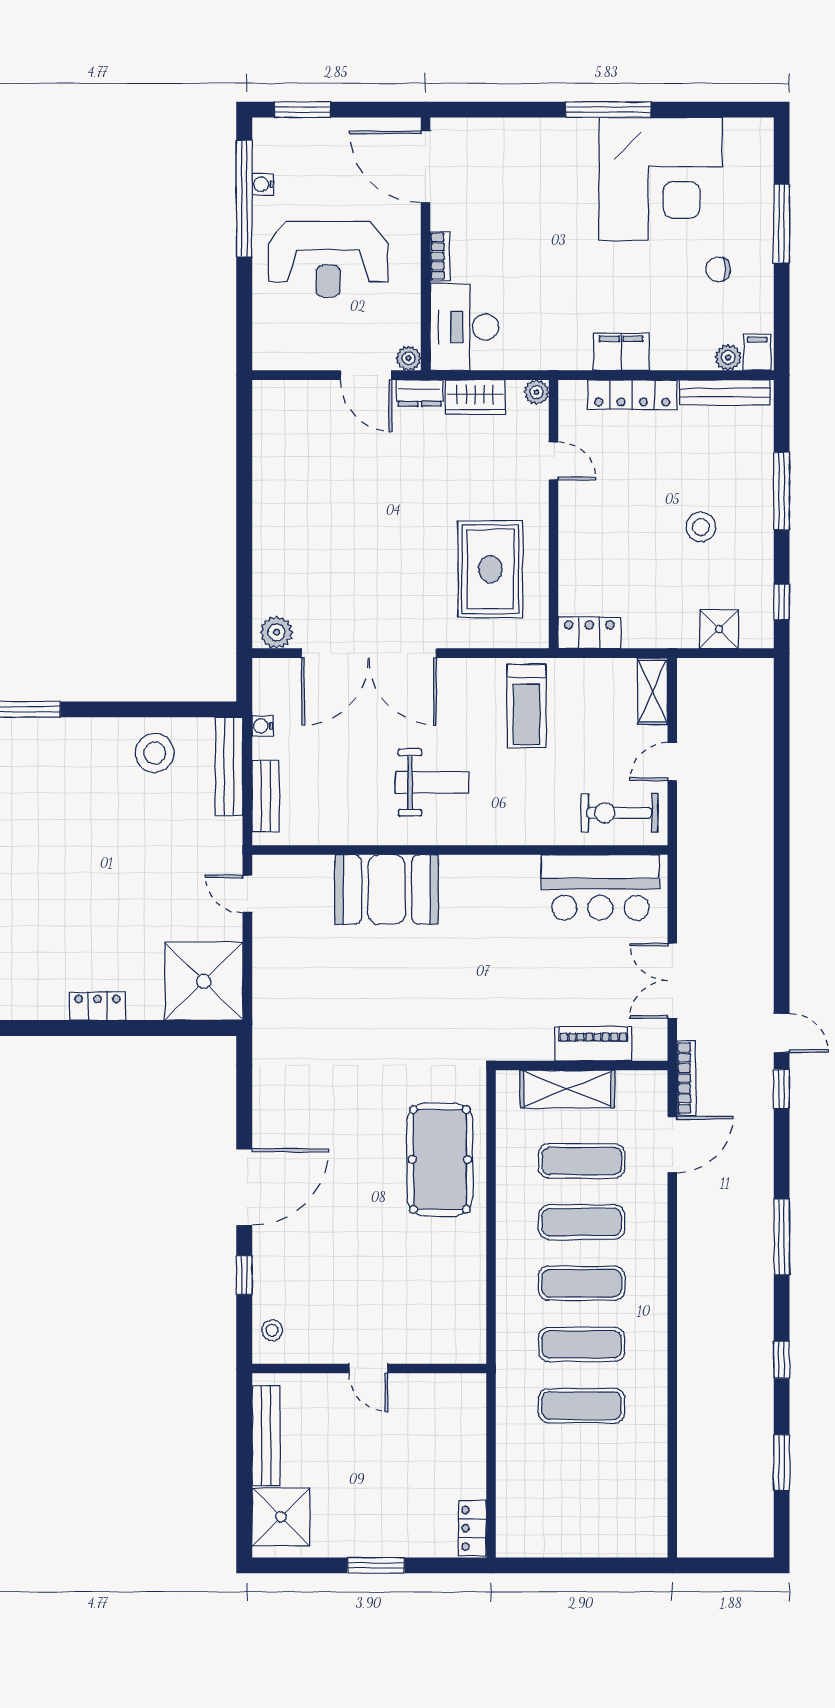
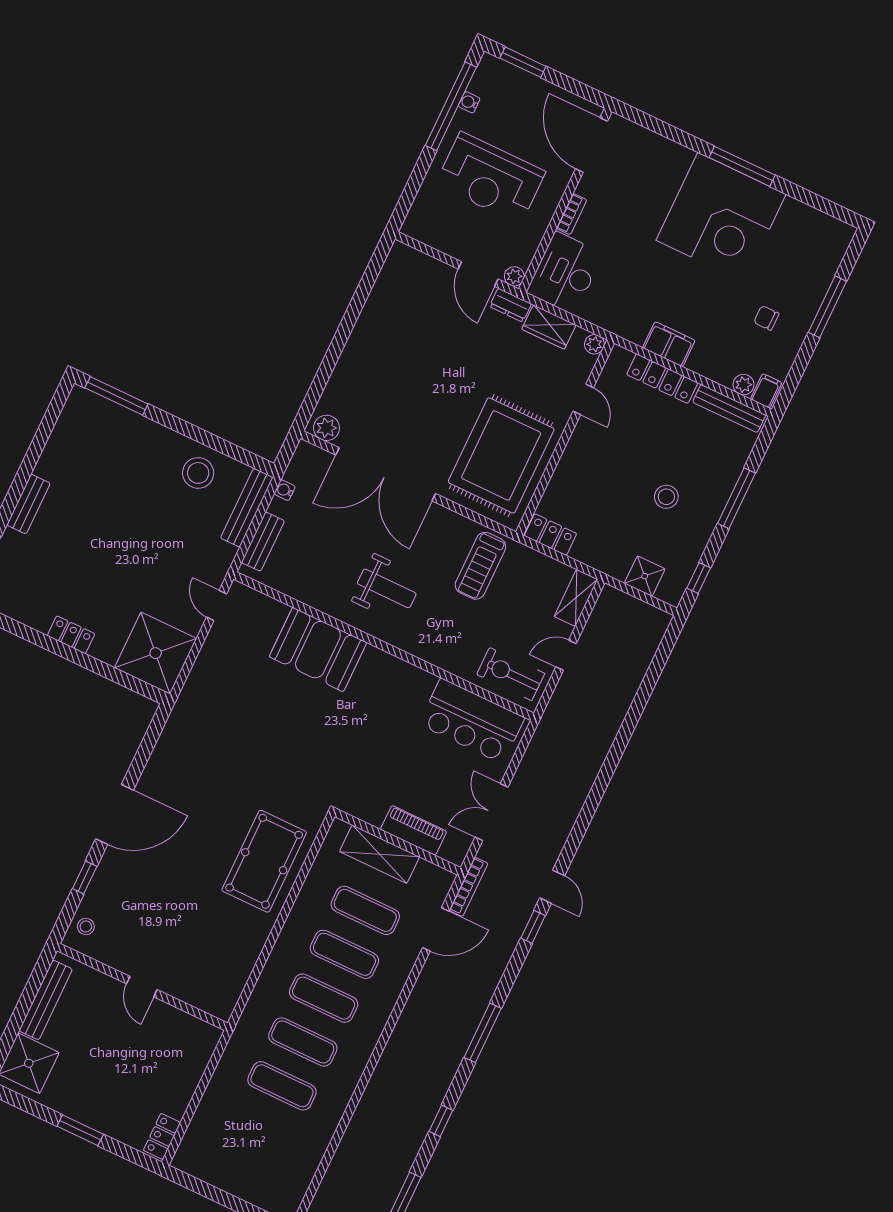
corner desk: (661, 179) -> (721, 217), moved
rug: (490, 569) -> (501, 455), width x1.37, depth x1.44

